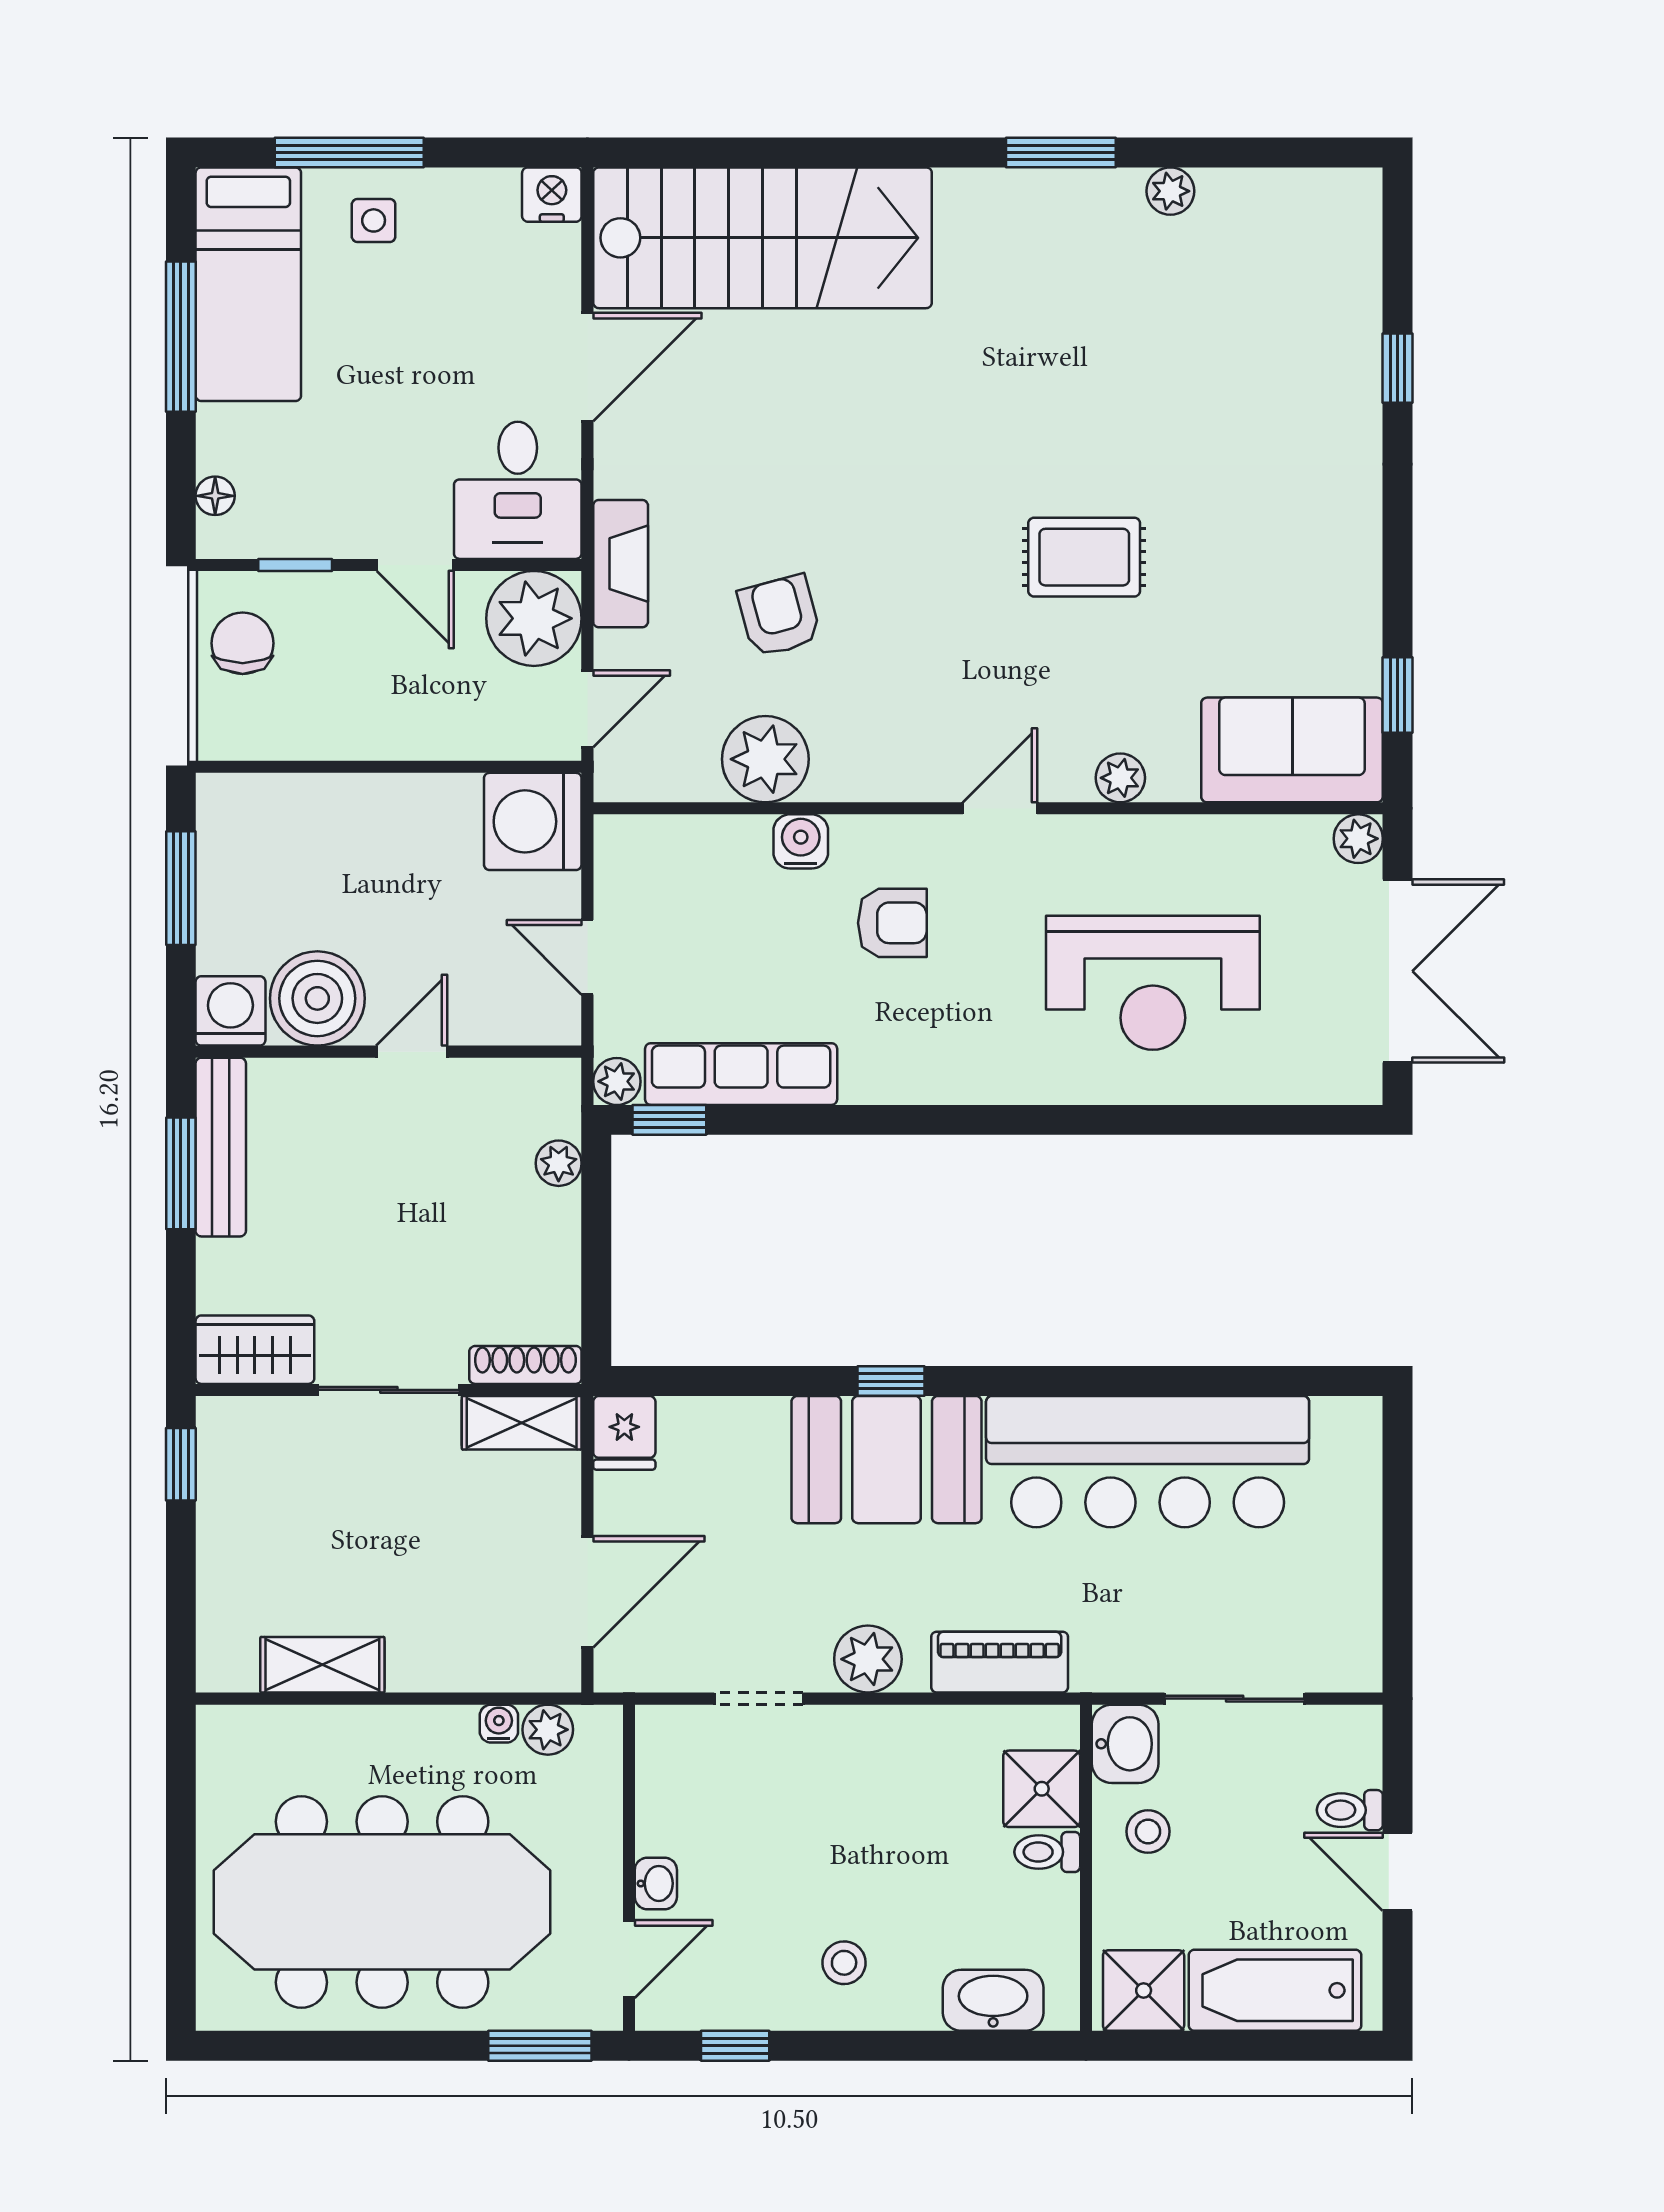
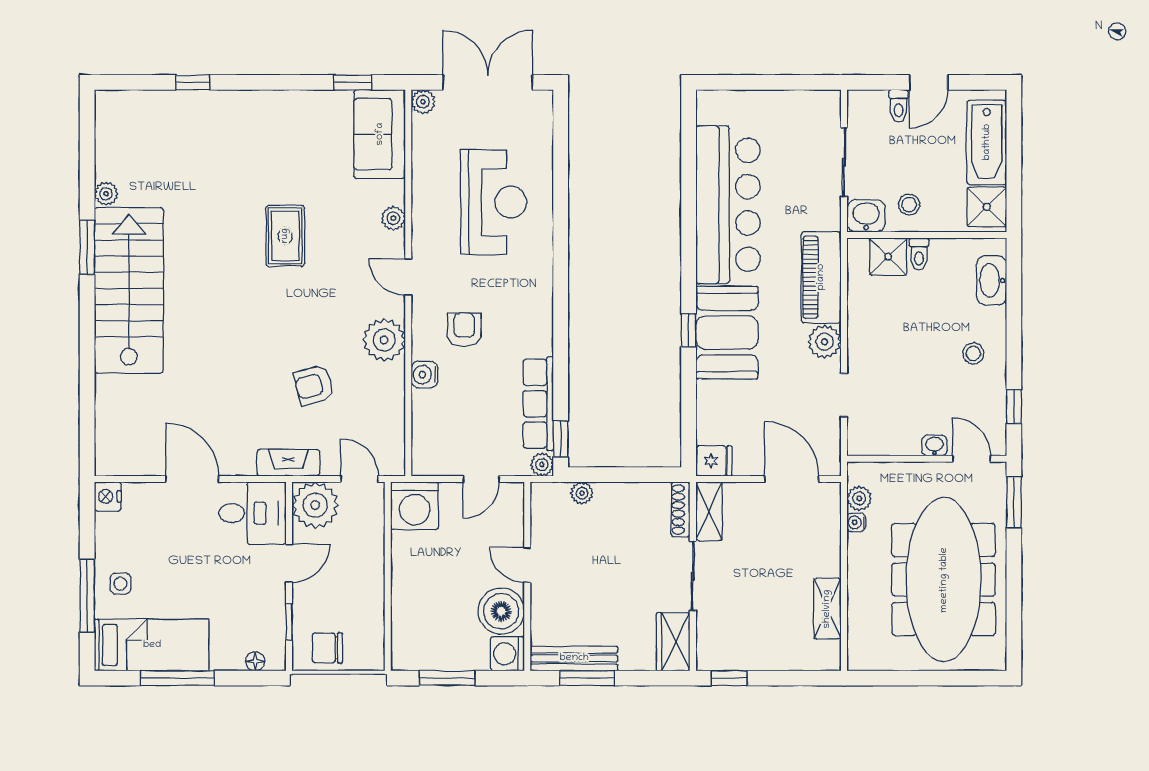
stairs: (763, 238) -> (129, 290), moved
plant: (765, 759) -> (384, 340), moved
piano: (1000, 1662) -> (821, 277), width x1.37, depth x1.33

